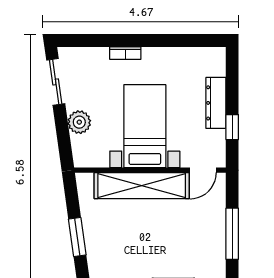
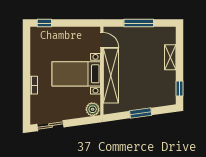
dresser: (216, 103) -> (63, 33), removed
plant: (79, 122) -> (93, 109), moved
window: (232, 127) -> (44, 23), moved

